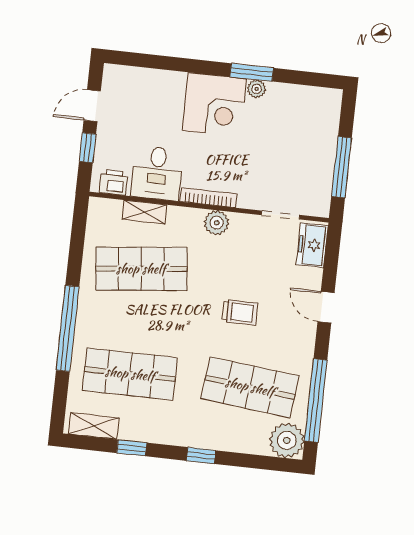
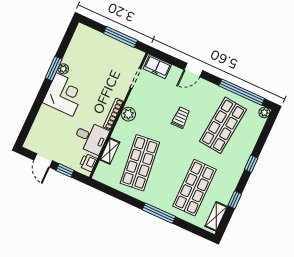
window: (68, 328) -> (159, 213), width x0.68
plant: (287, 440) -> (264, 113), width x0.53, depth x0.53

